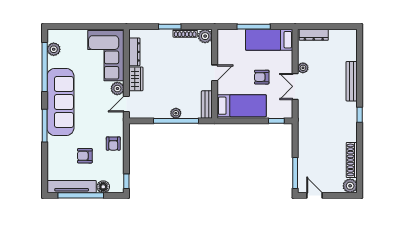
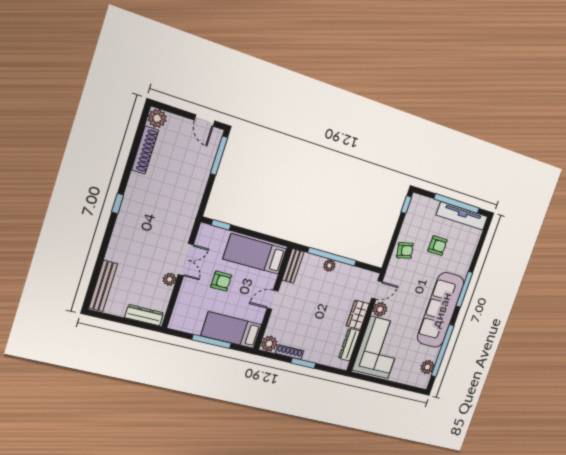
bed: (269, 40) -> (231, 330), moved, turned 180
bench: (352, 81) -> (103, 286), moved
armchair: (113, 144) -> (405, 250), turned 78
floor lamp: (103, 187) -> (431, 206), removed

